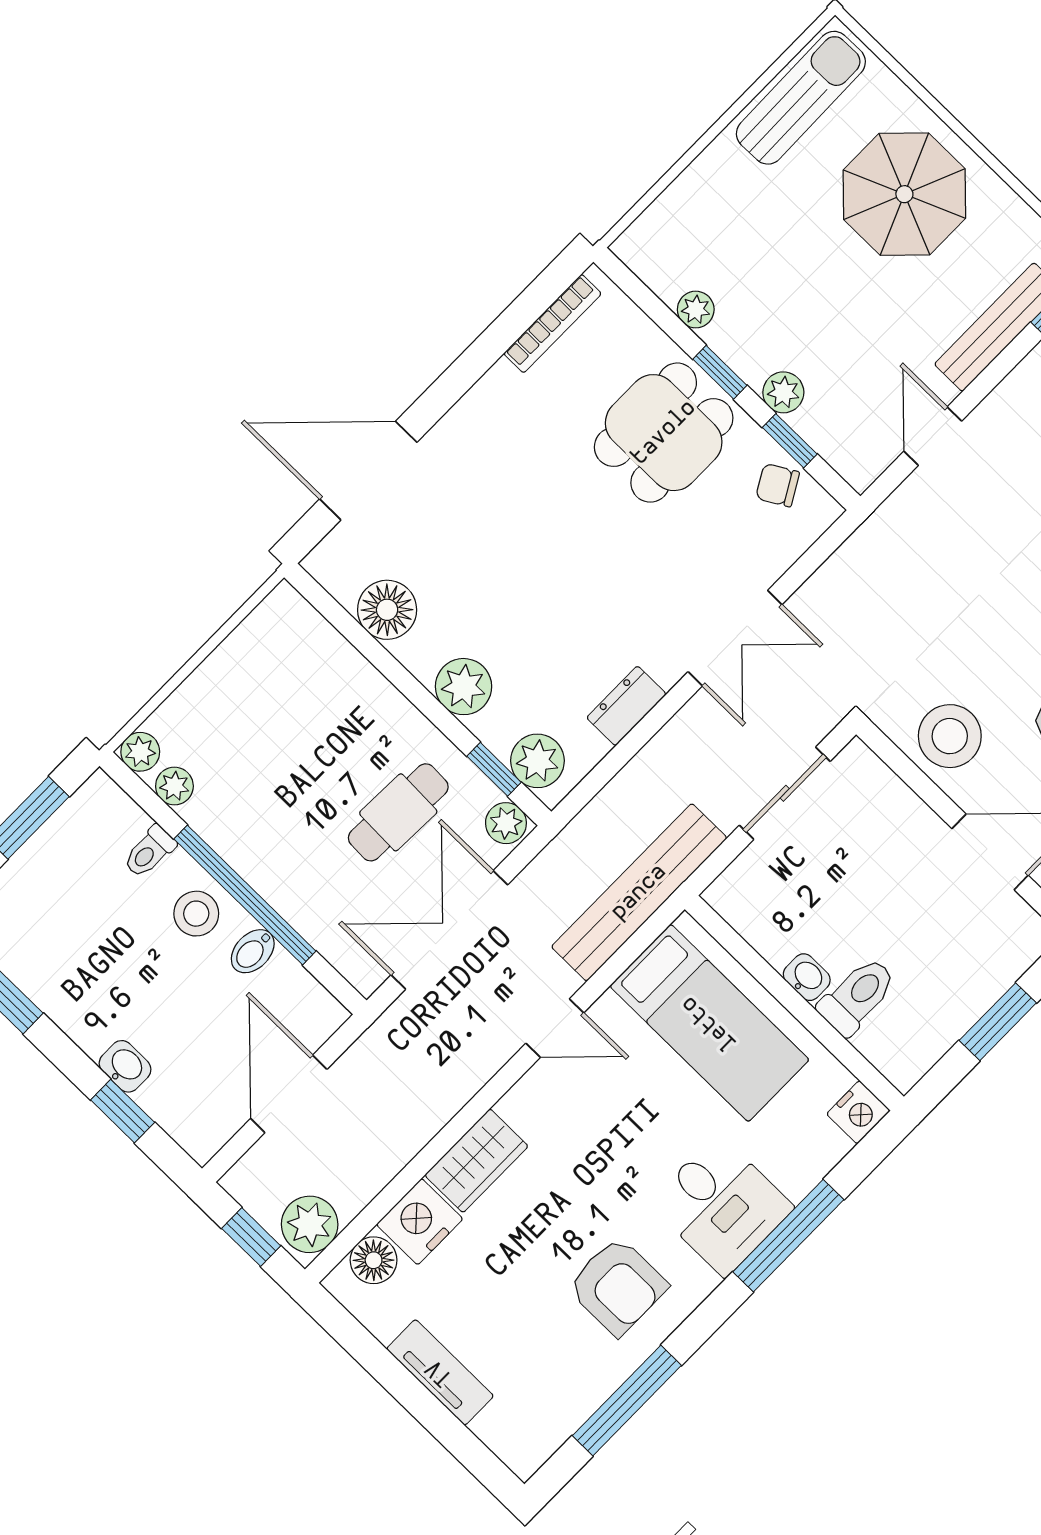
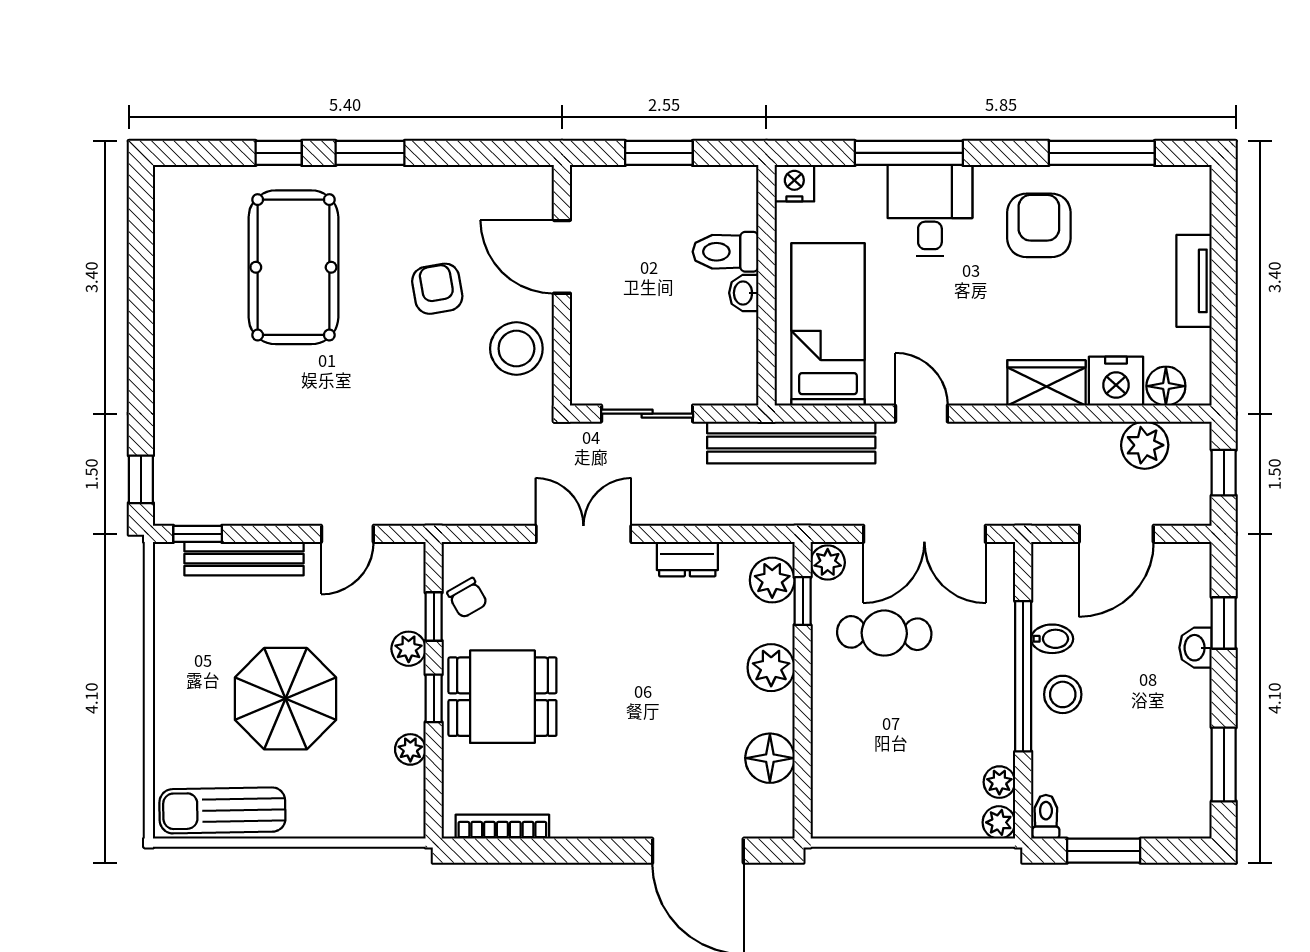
parasol: (904, 194) -> (286, 699), moved
toilet: (149, 852) -> (1046, 817), moved, turned -90
plant: (310, 1224) -> (1145, 445), moved

